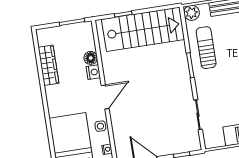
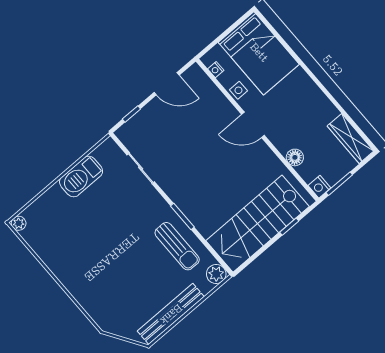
wardrobe: (48, 65) -> (351, 139), moved
nightstand: (93, 72) -> (319, 187), moved
door: (105, 97) -> (253, 125), hinge flipped

